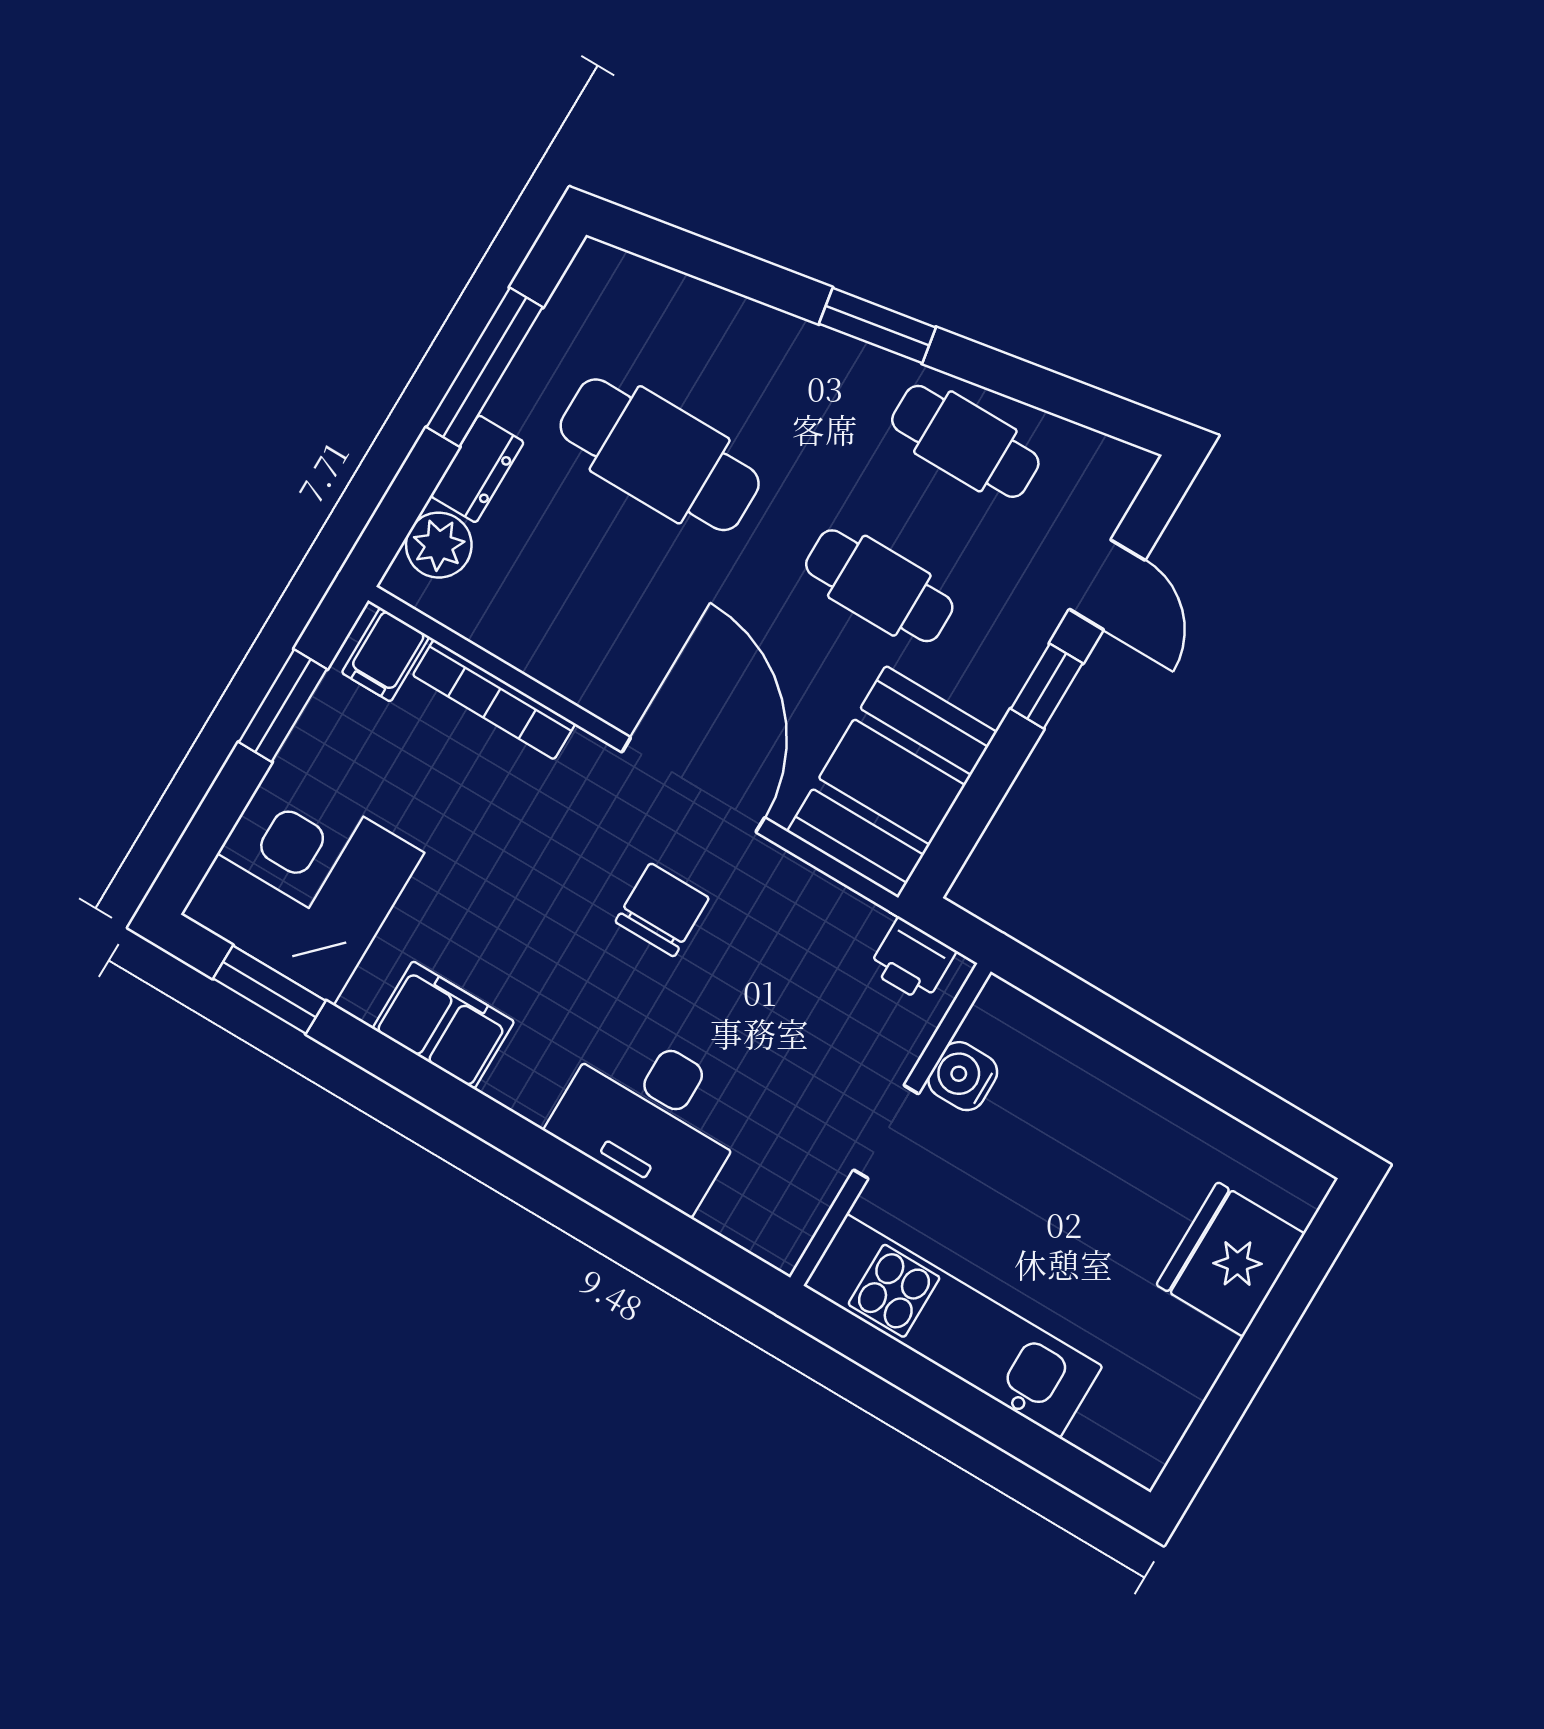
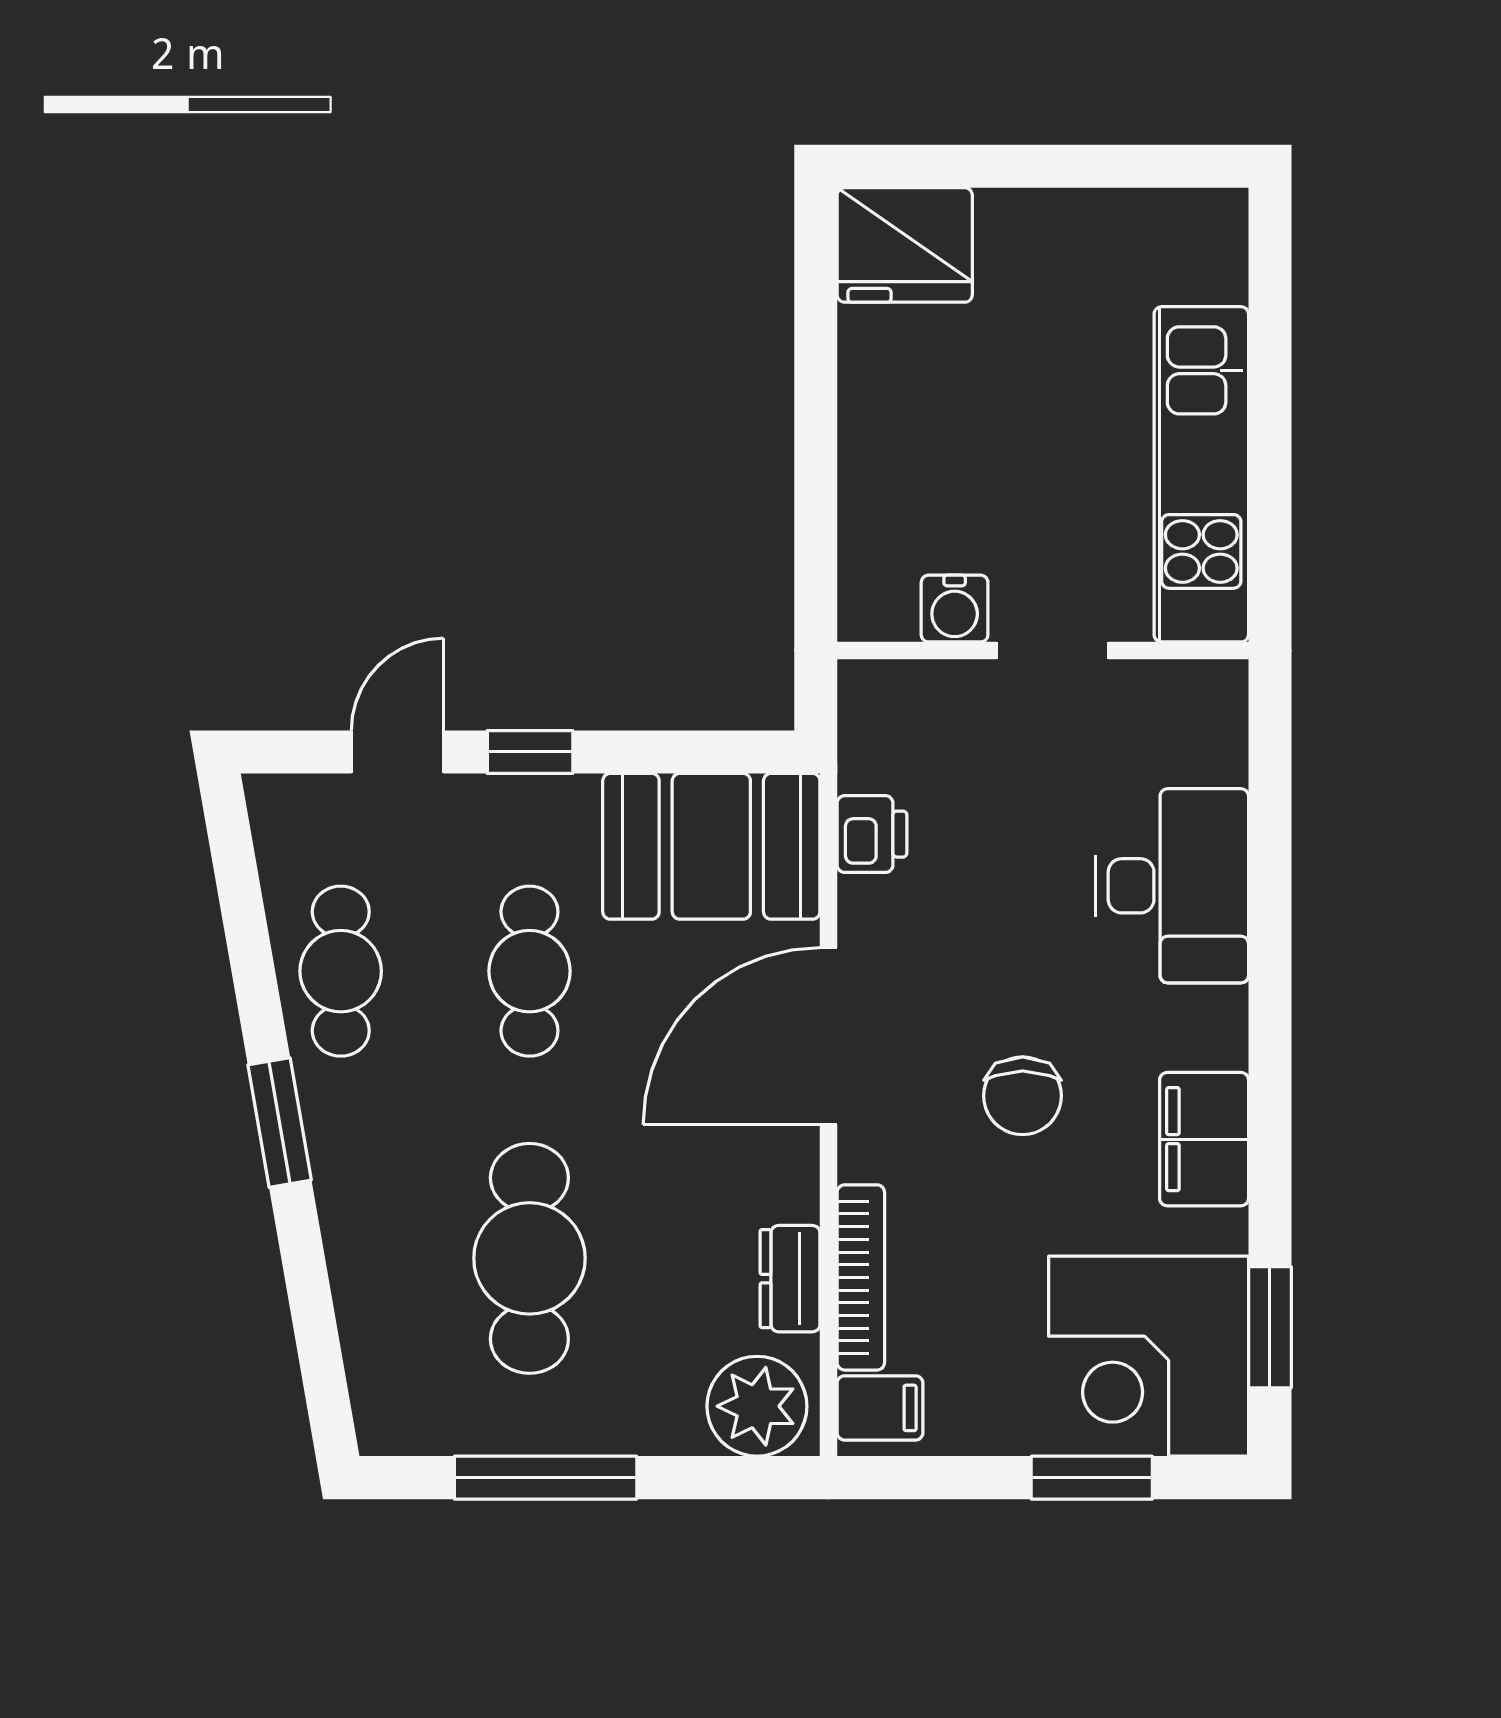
dresser: (477, 469) -> (790, 1279), moved, turned -90
plant: (439, 545) -> (757, 1406), width x1.36, depth x1.36
window: (283, 706) -> (1092, 1478), moved
chair: (662, 910) -> (1023, 1096), moved, turned -90
printer: (912, 960) -> (872, 834), moved
fridge: (1230, 1259) -> (905, 245), moved

